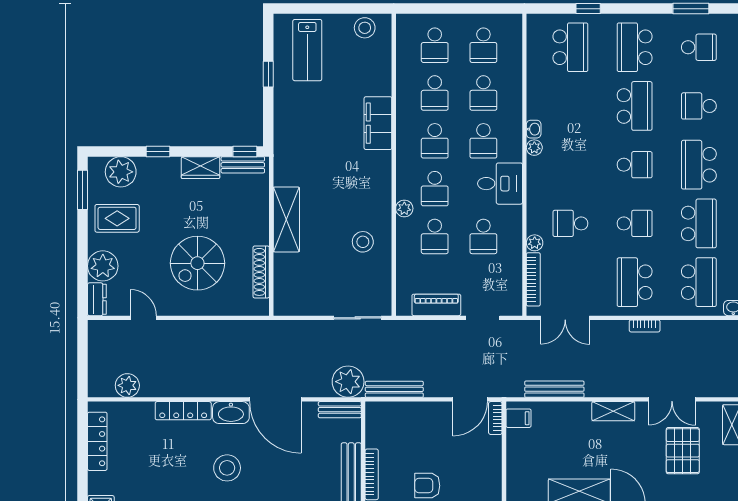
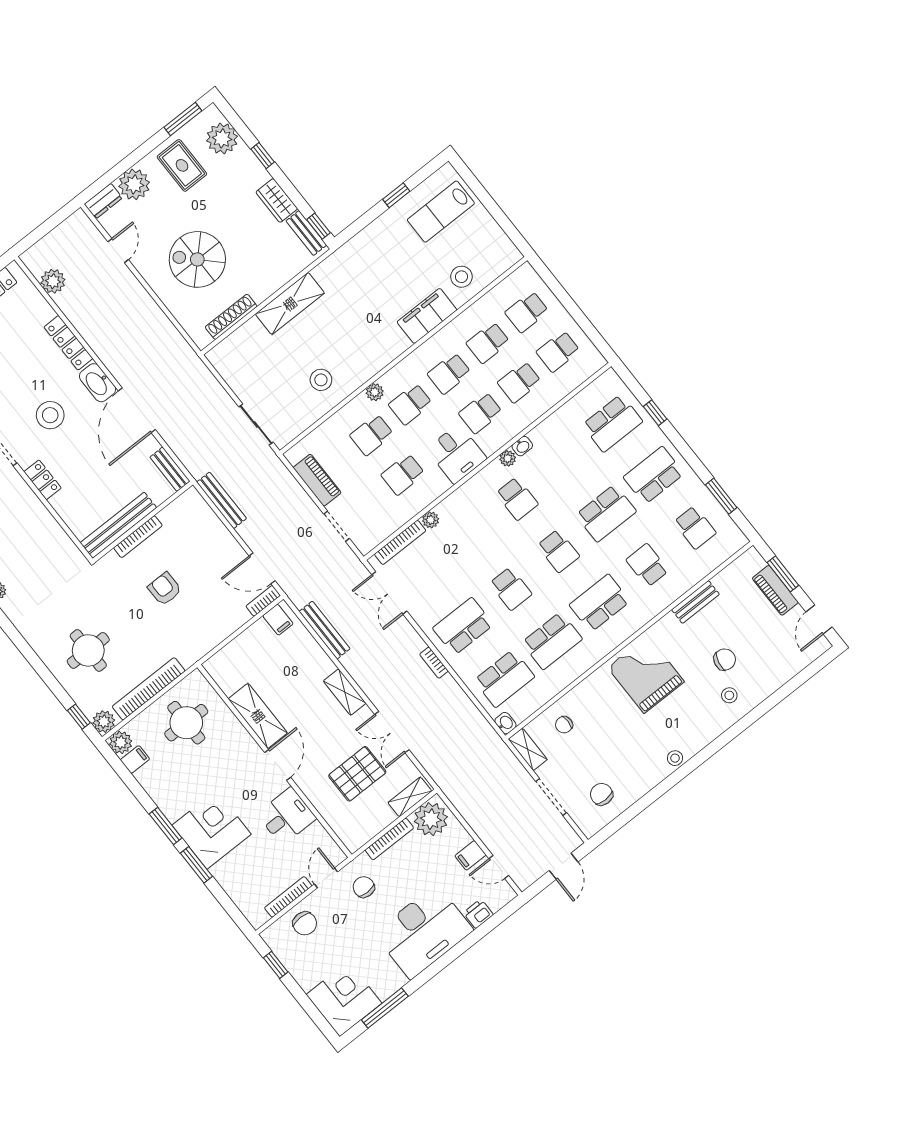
stool: (365, 28) -> (461, 277), moved
school desk: (570, 223) -> (517, 499), moved, turned 180
plant: (348, 382) -> (198, 458), removed

